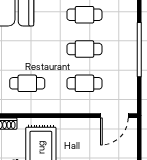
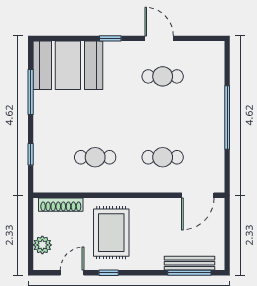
cafe table: (84, 49) -> (163, 117), removed

